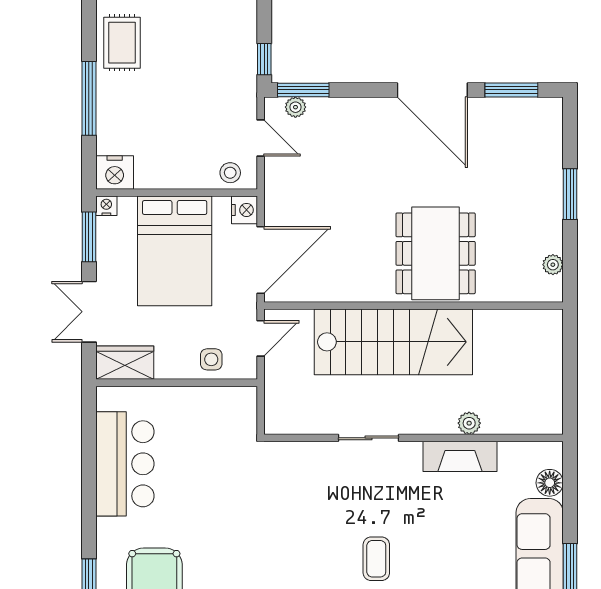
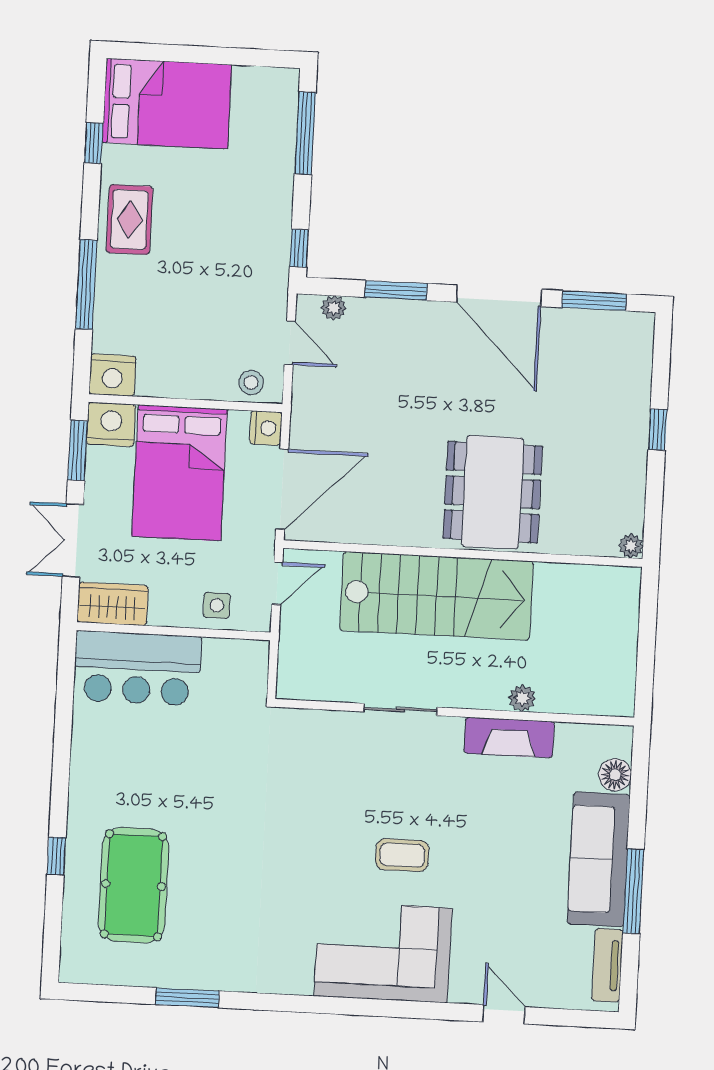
window: (303, 90) -> (396, 290), moved
window: (570, 194) -> (658, 430), width x0.67
nightstand: (106, 206) -> (111, 424), width x1.89, depth x1.79
plant: (553, 265) -> (631, 546), moved
bar counter: (125, 464) -> (137, 668), moved, turned 90
coffee table: (376, 559) -> (402, 855), turned 90

